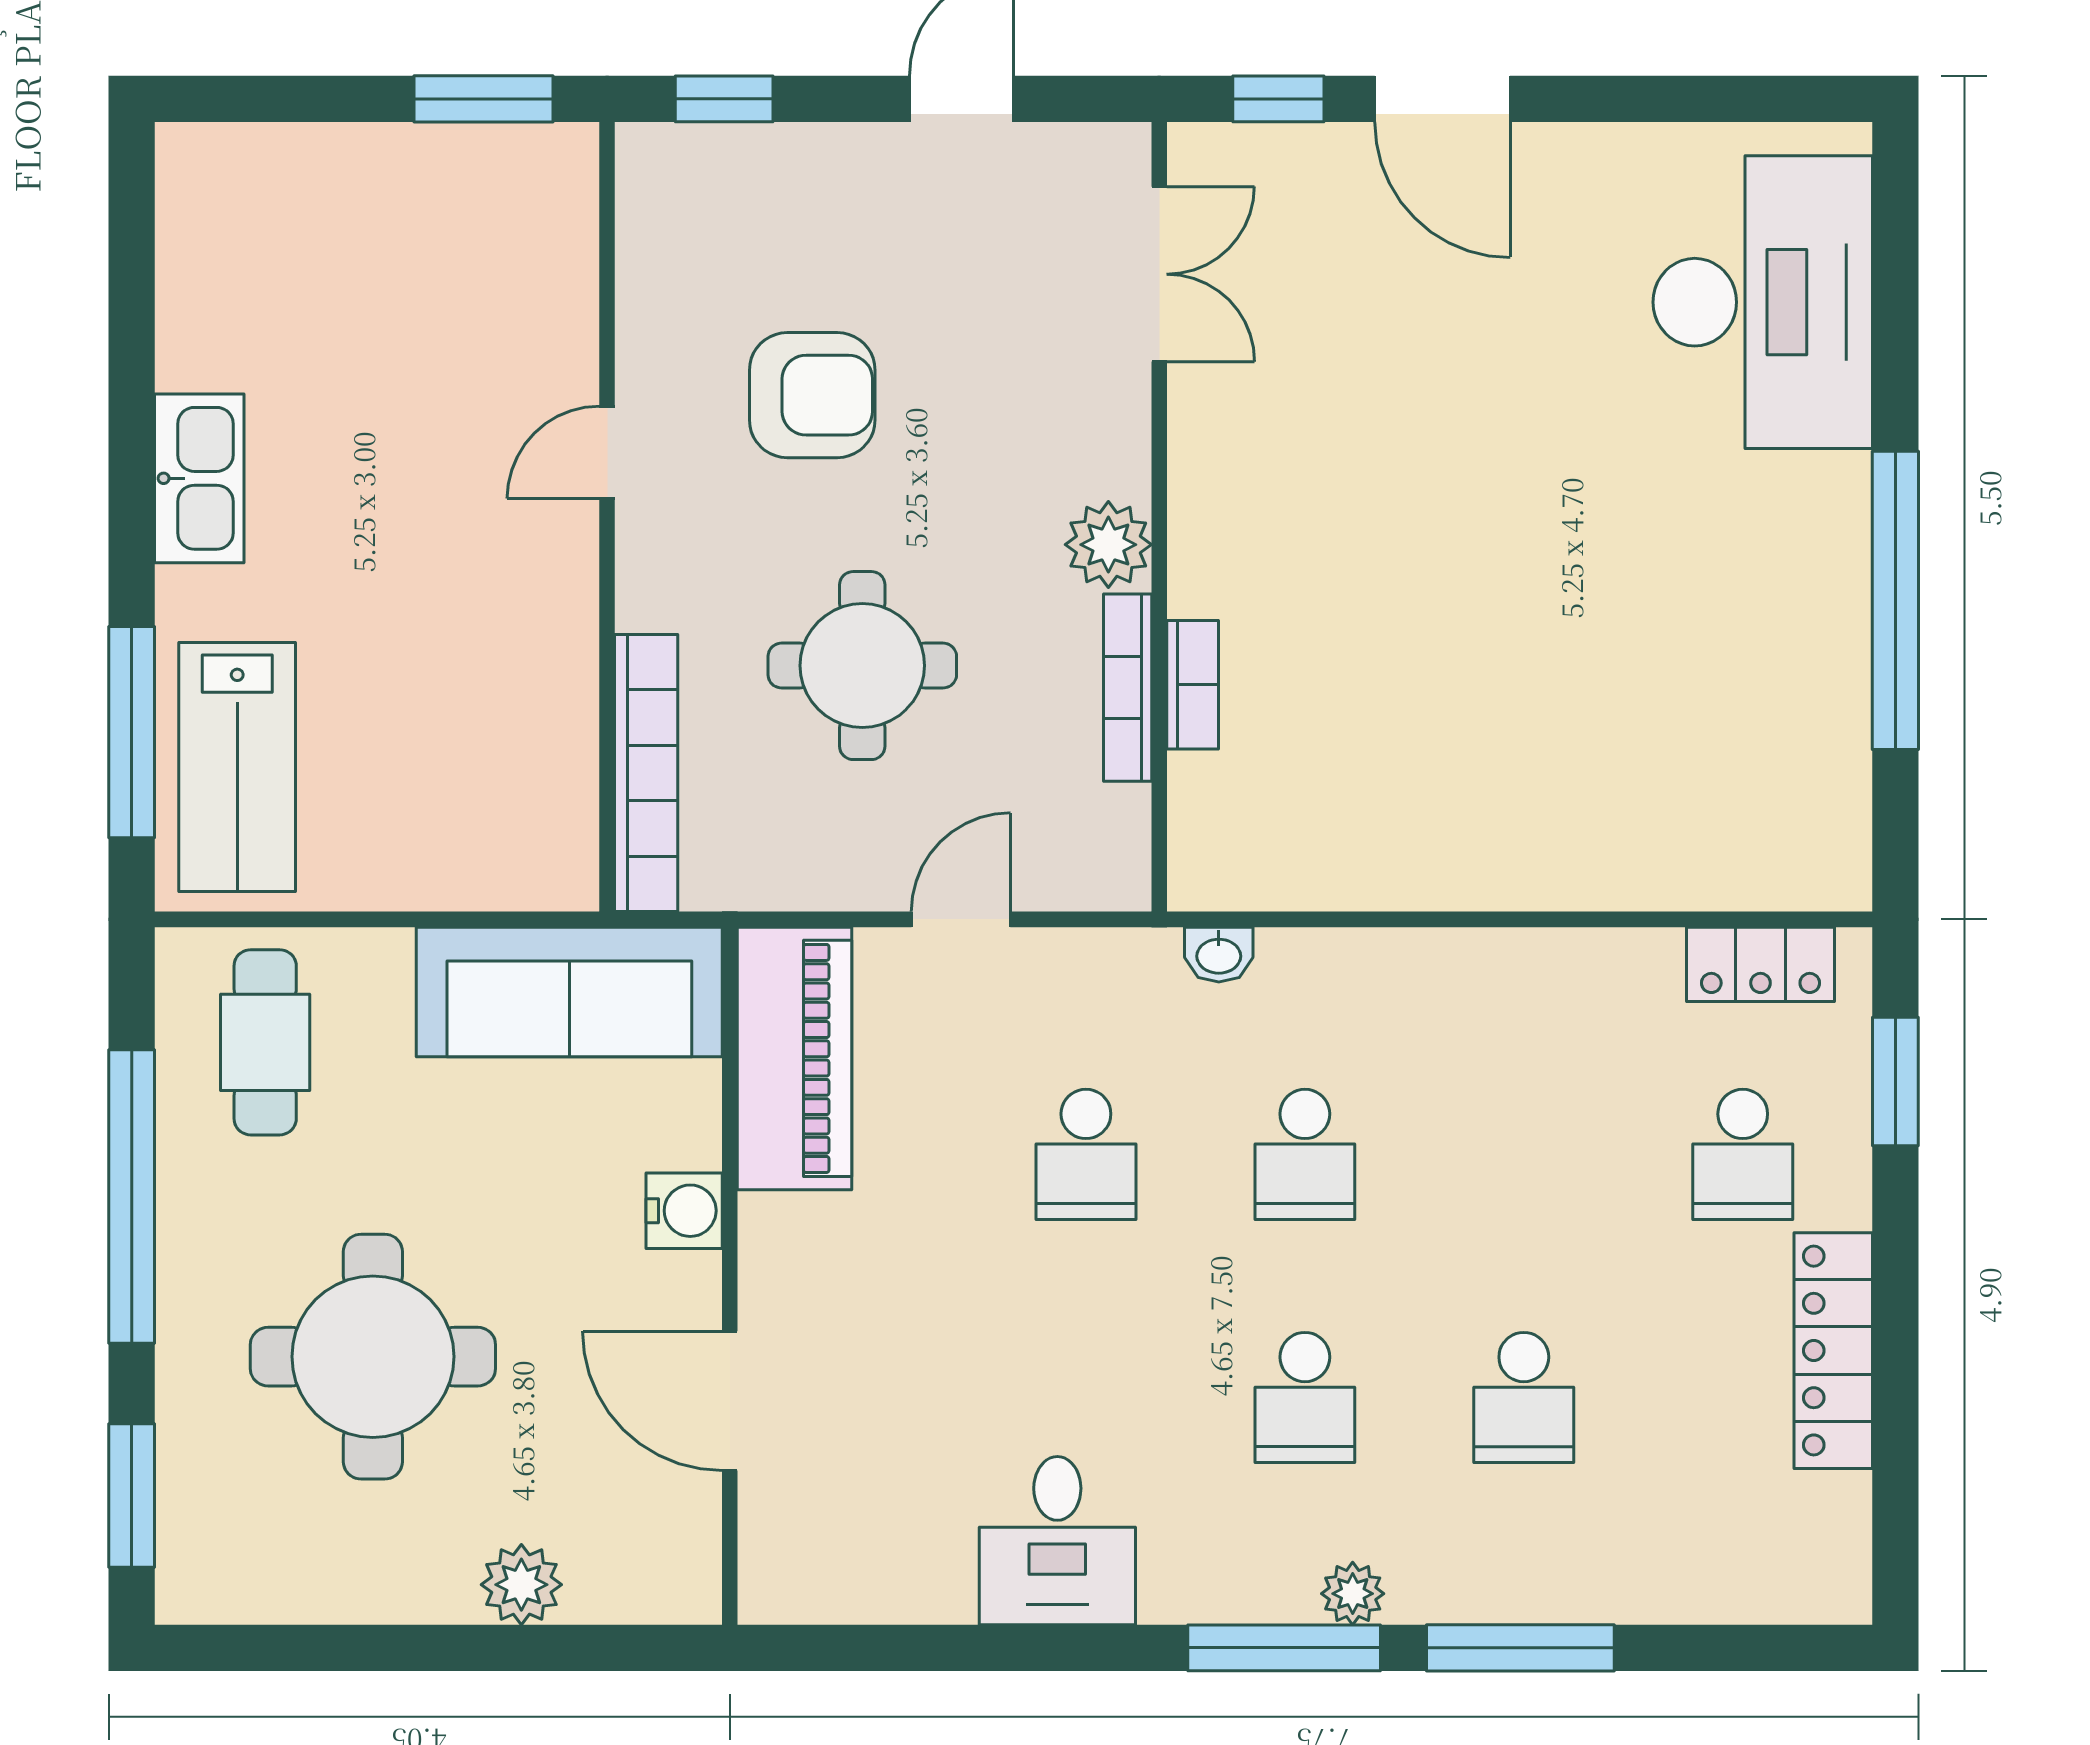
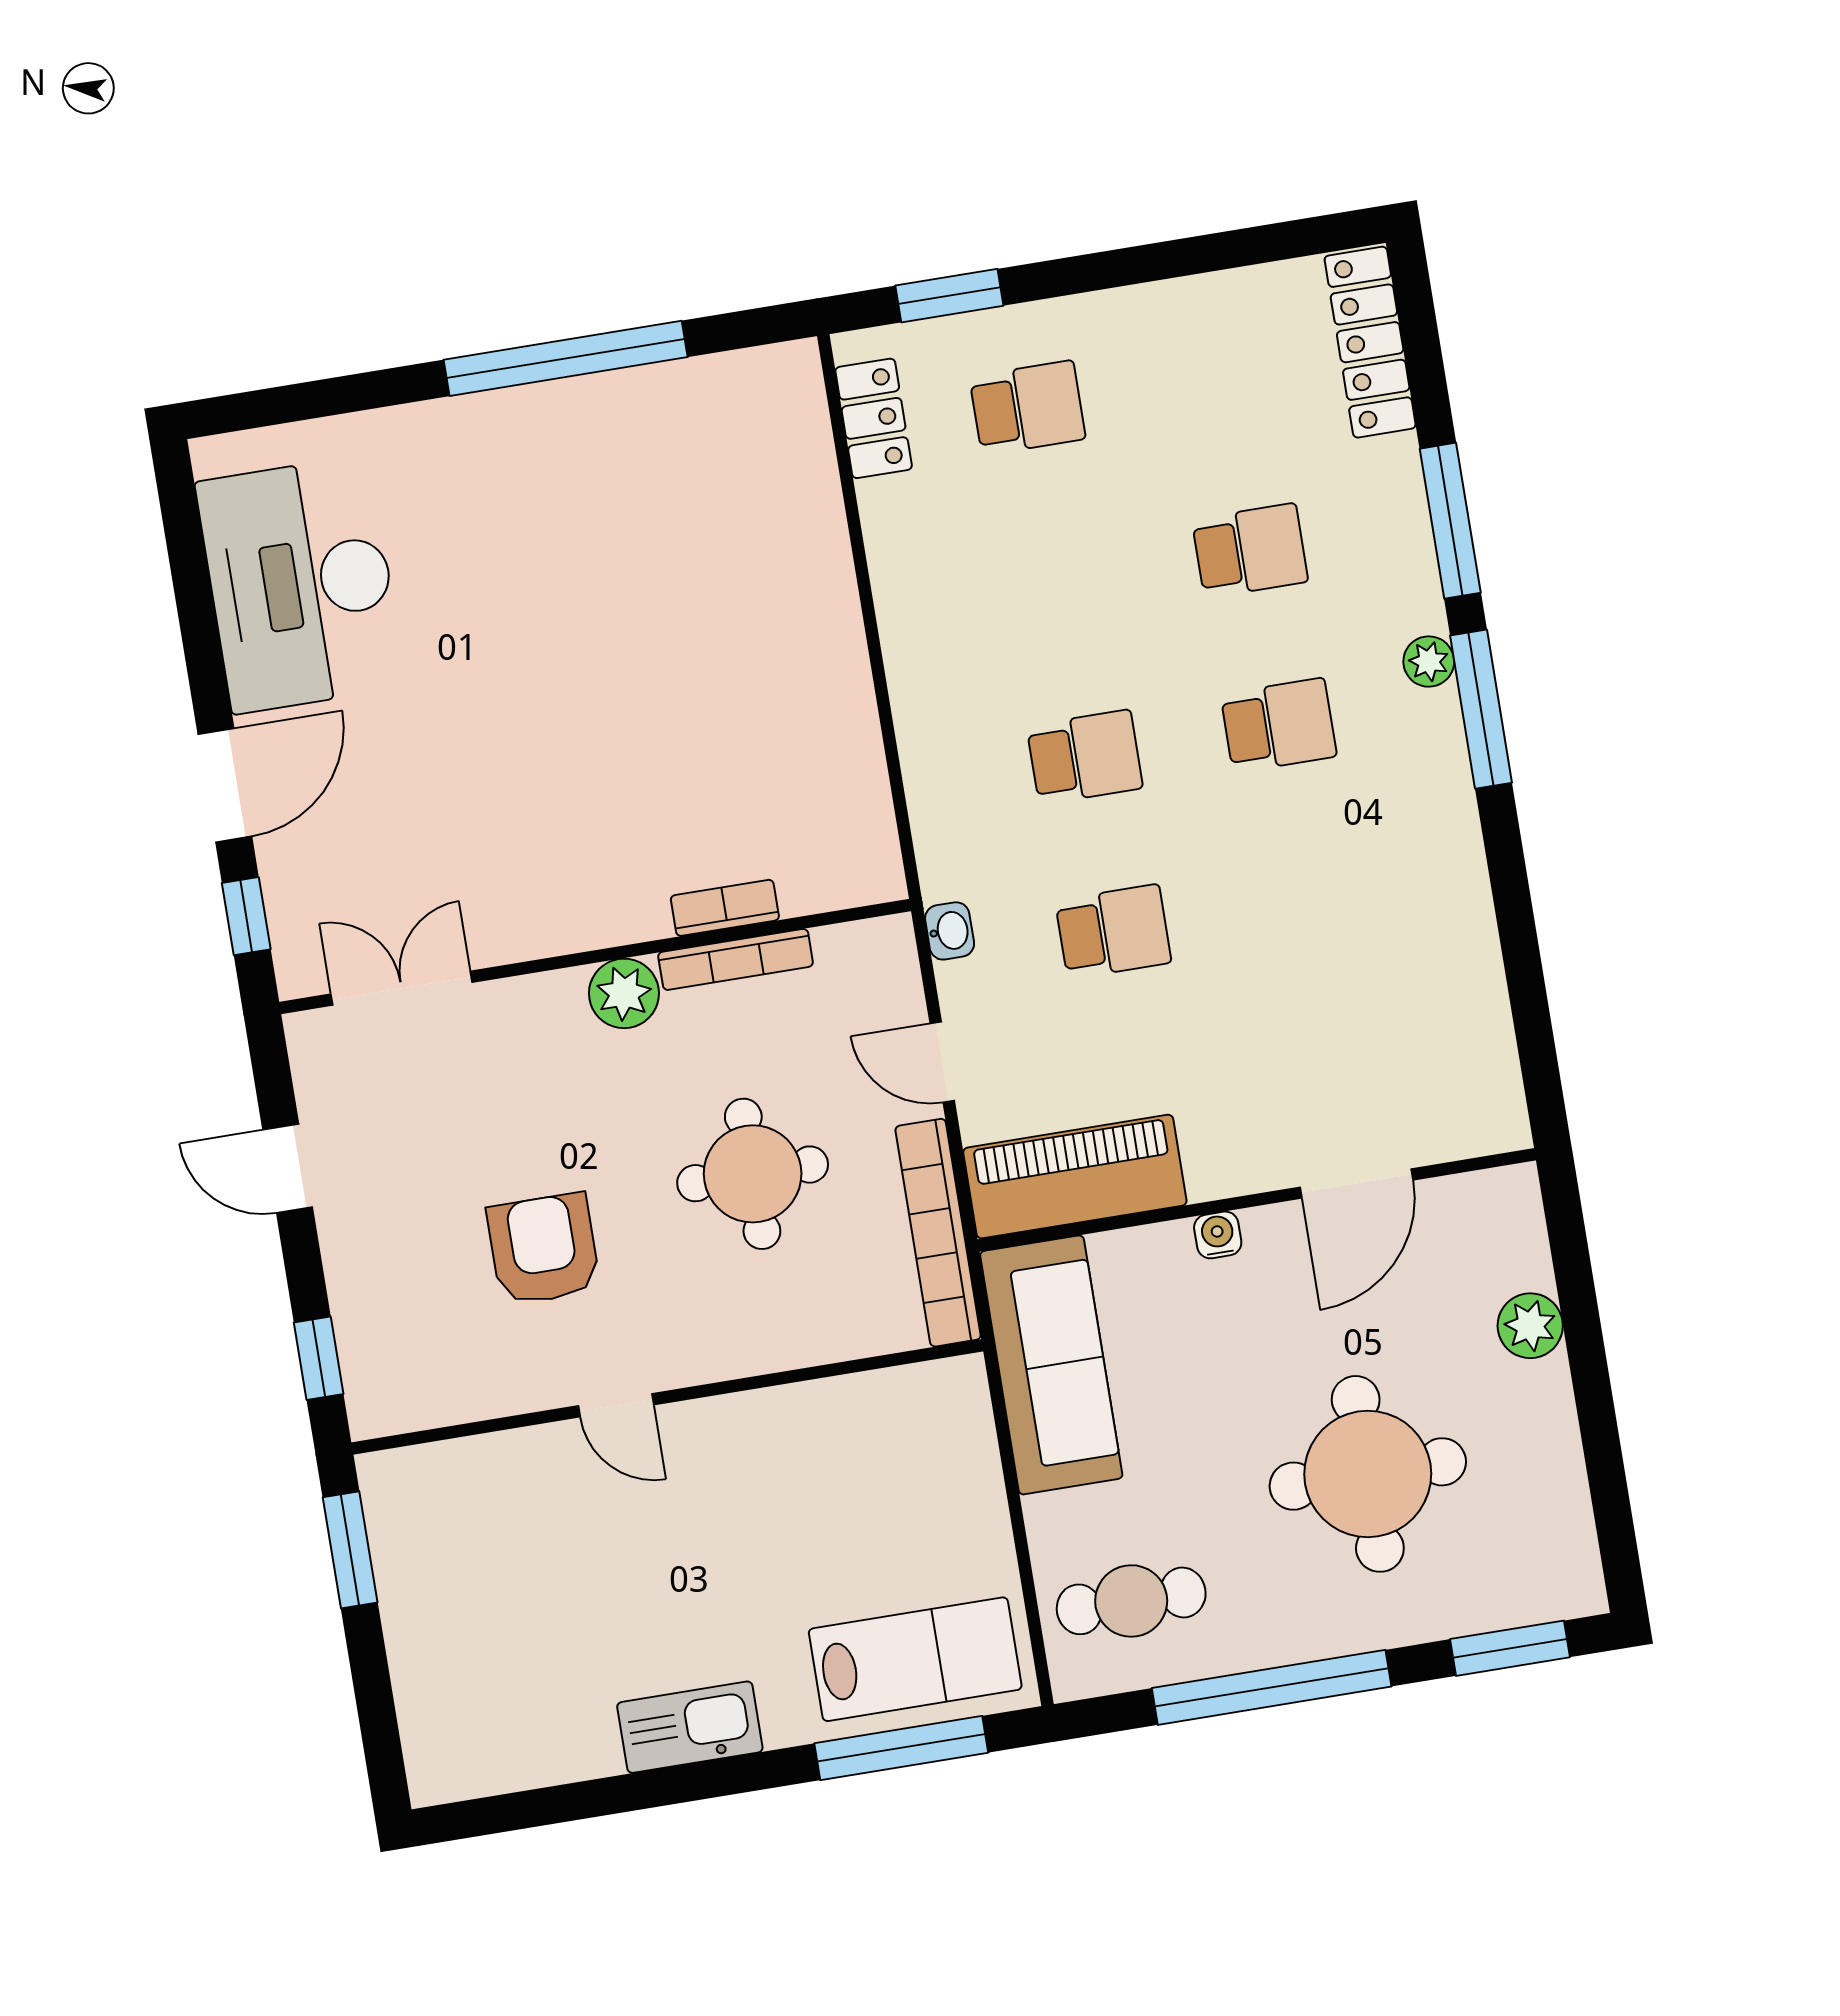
desk: (1763, 302) -> (301, 584), moved, turned -90
bookcase: (646, 773) -> (938, 1233), moved, turned -90
washbasin: (1219, 955) -> (950, 931), moved
water cooler: (684, 1211) -> (1218, 1235), width x0.72, depth x0.72
locker: (1833, 1351) -> (1370, 342), moved, turned 90
desk: (1057, 1541) -> (1425, 904), removed

